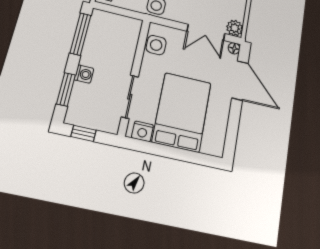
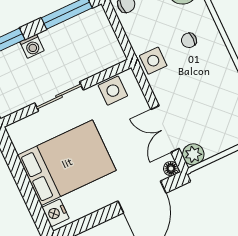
sliding door: (130, 97) -> (59, 96), moved
nightstand: (142, 131) -> (55, 213), moved

